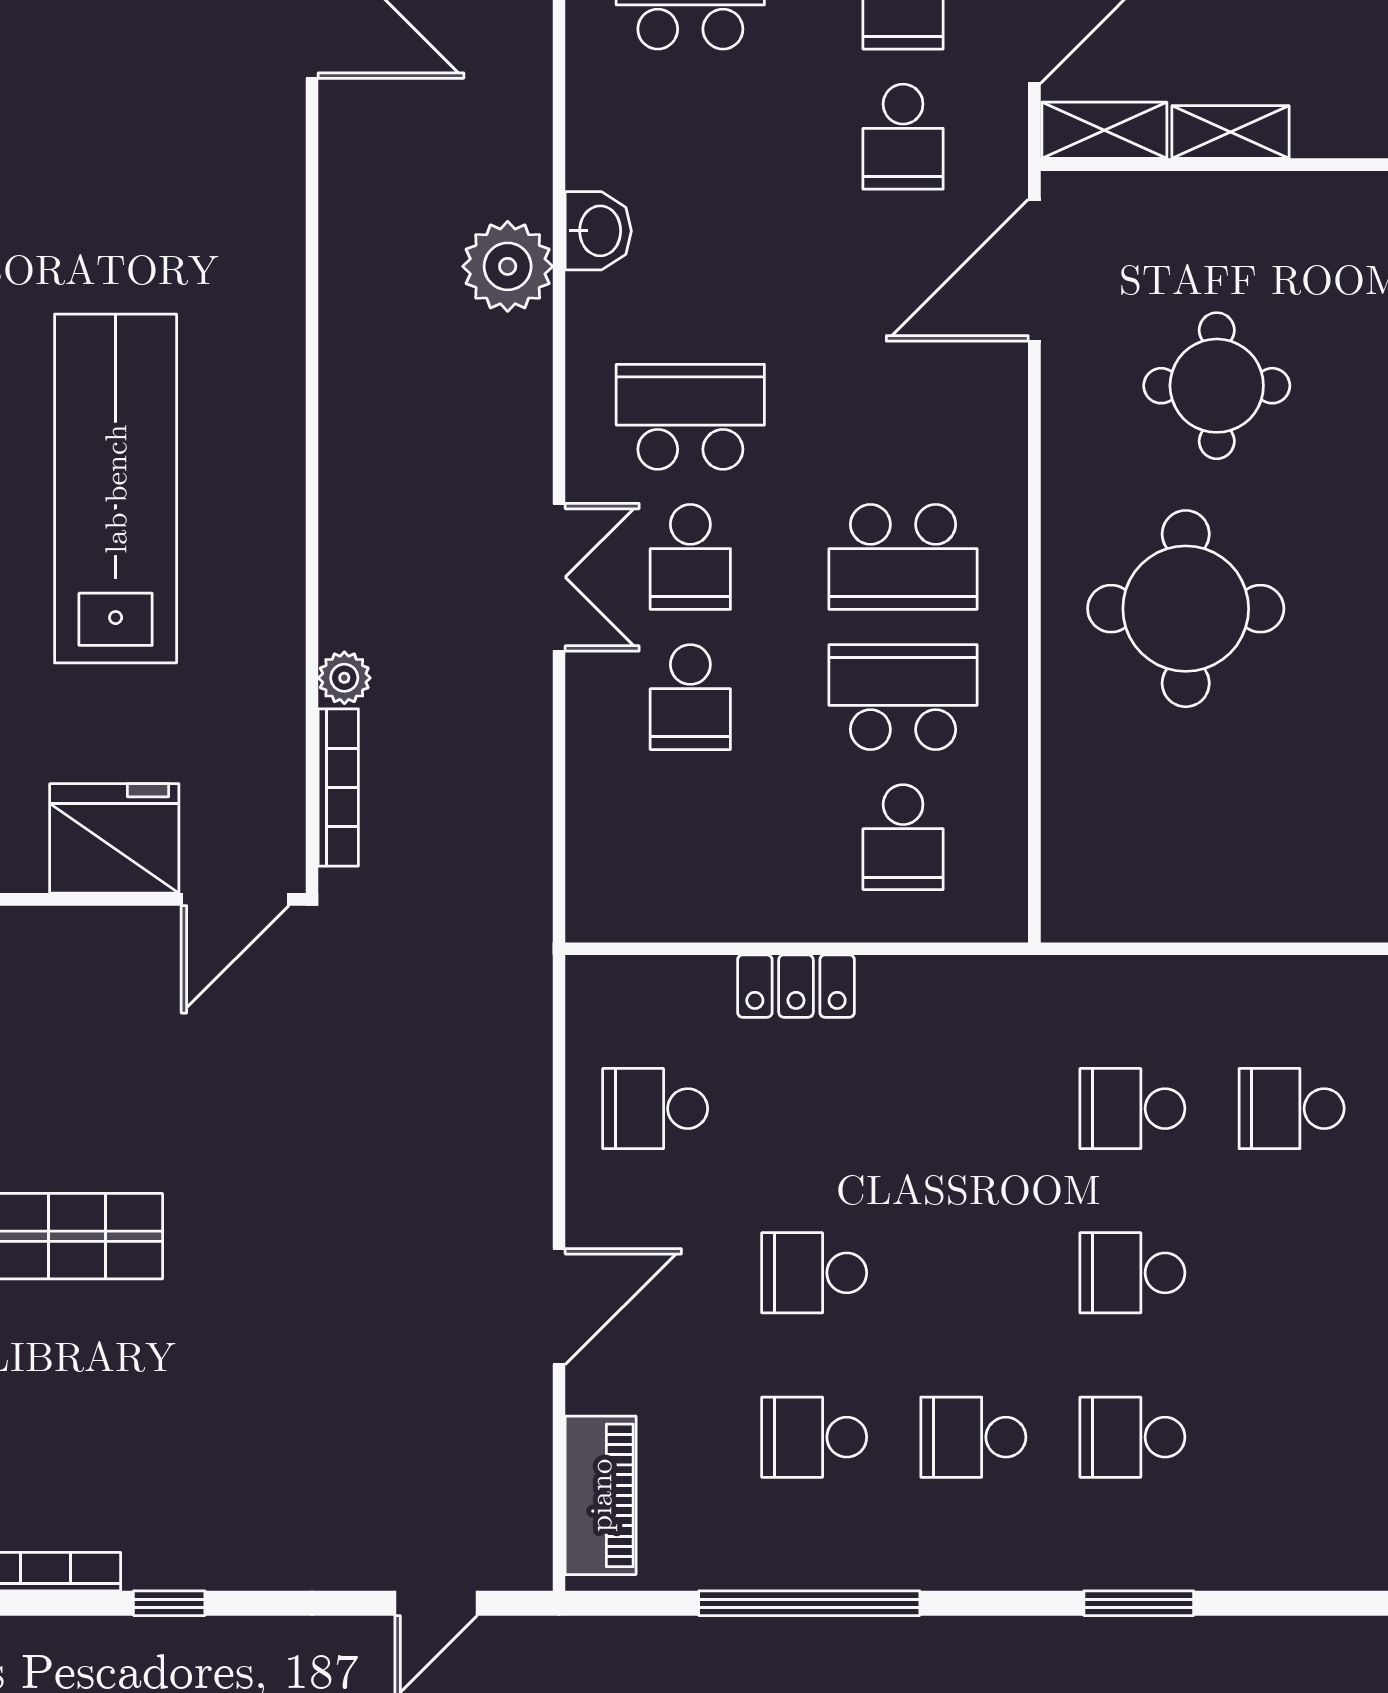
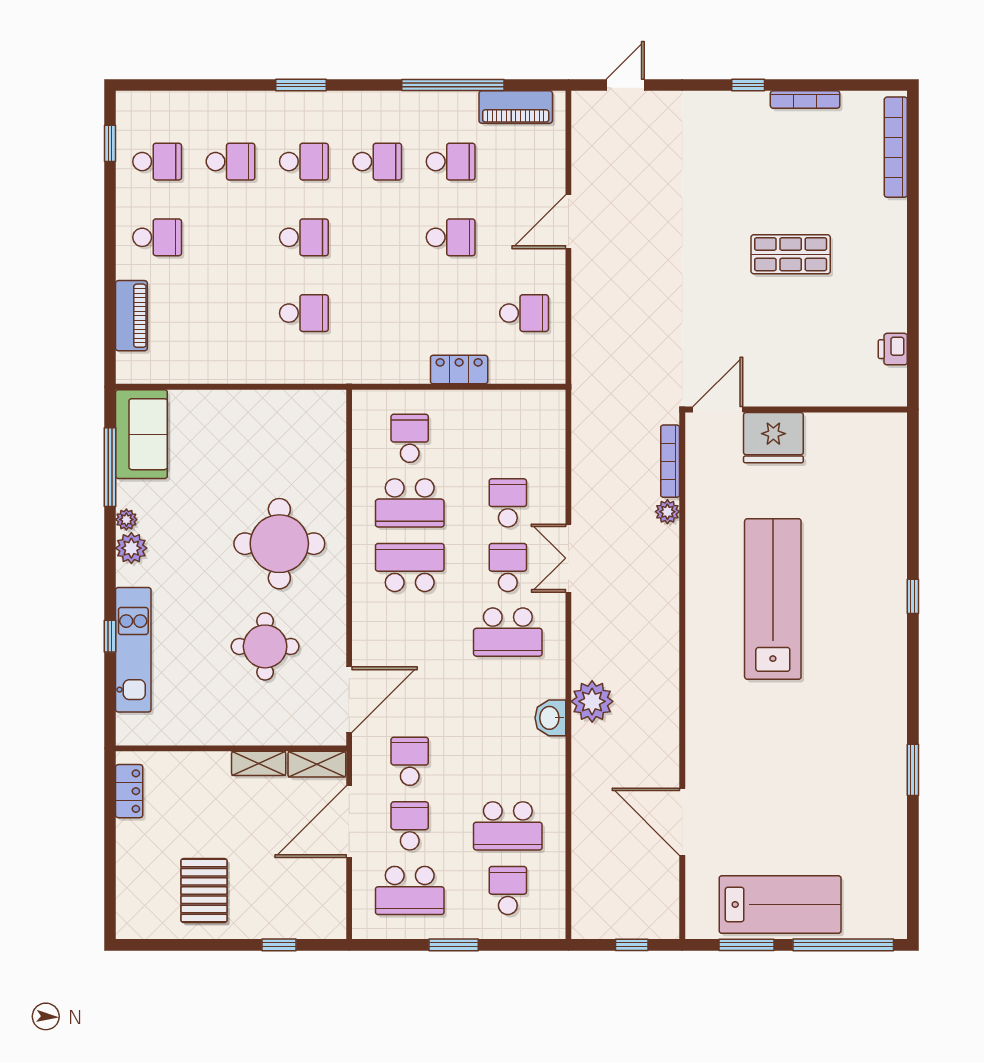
lab bench: (116, 489) -> (773, 599), turned 180
school desk: (1292, 1109) -> (231, 162), moved
piano: (601, 1495) -> (516, 107), moved, turned -90

